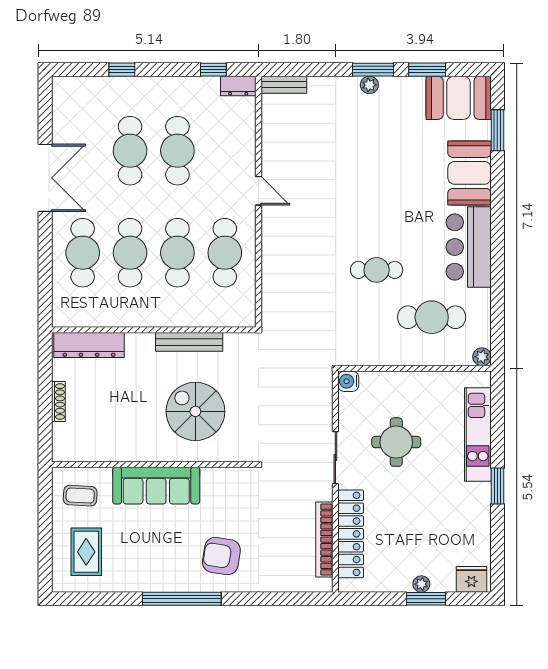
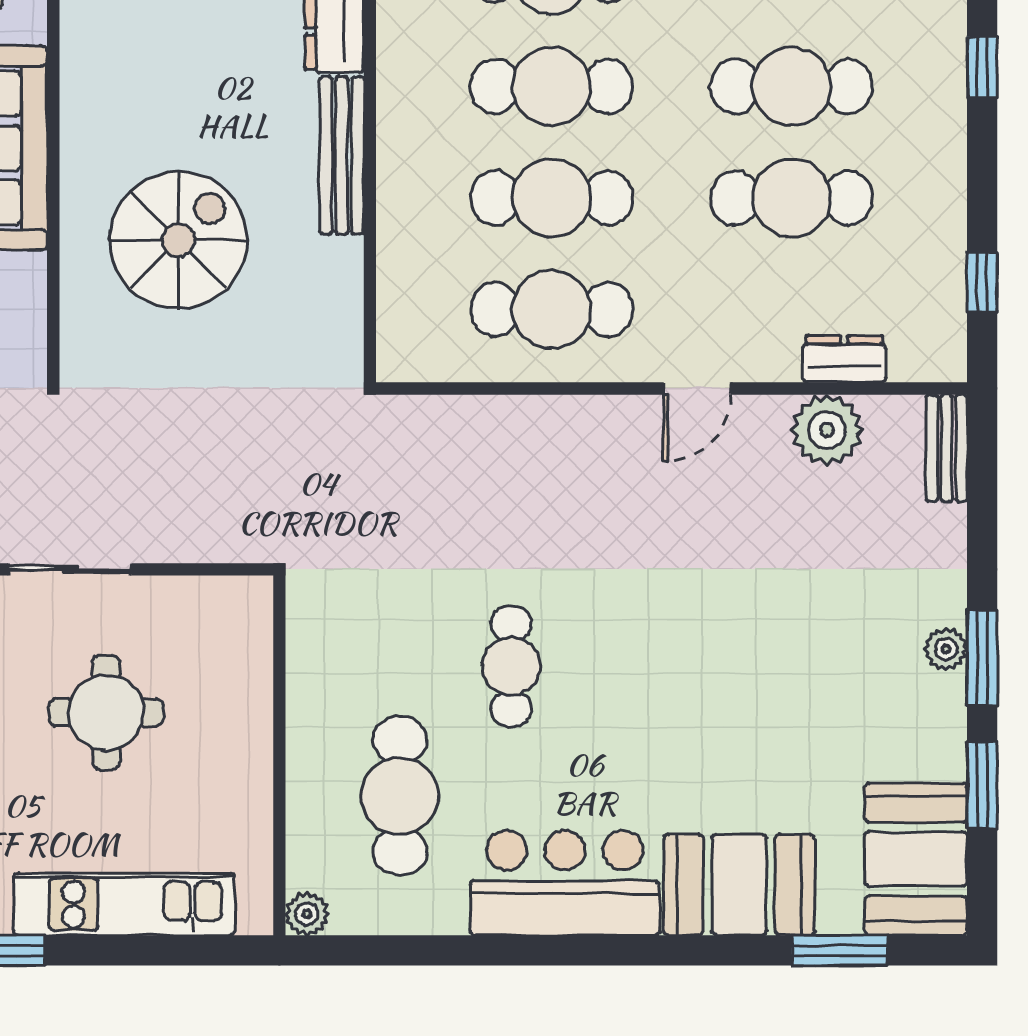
dresser: (238, 86) -> (844, 359), moved, turned 90
plant: (276, 136) -> (827, 430), added
bench: (189, 342) -> (342, 155), moved
water cooler: (348, 381) -> (249, 600), removed

